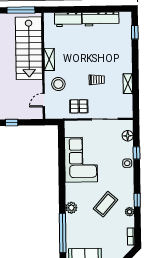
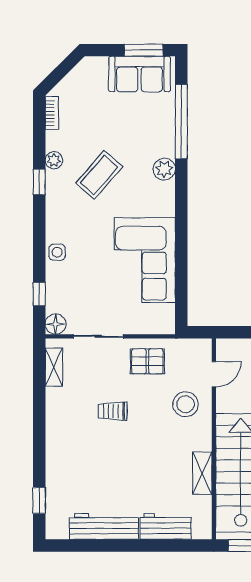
shelving: (49, 59) -> (202, 473), moved
shelving: (128, 84) -> (54, 367), moved
floor lamp: (128, 136) -> (56, 324), moved
window: (136, 153) -> (39, 294), moved

